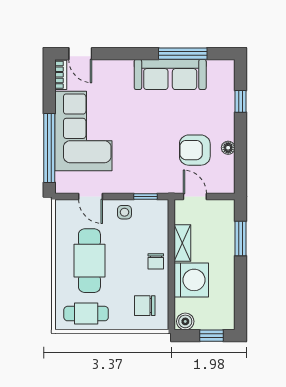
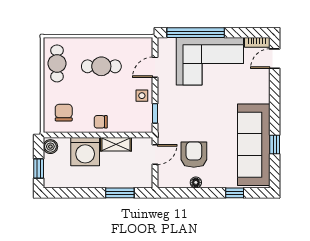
window: (183, 54) -> (275, 145), width x0.46
sofa: (170, 74) -> (254, 145), width x1.36, depth x1.27
cafe table: (89, 261) -> (101, 66), width x0.73, depth x0.74

